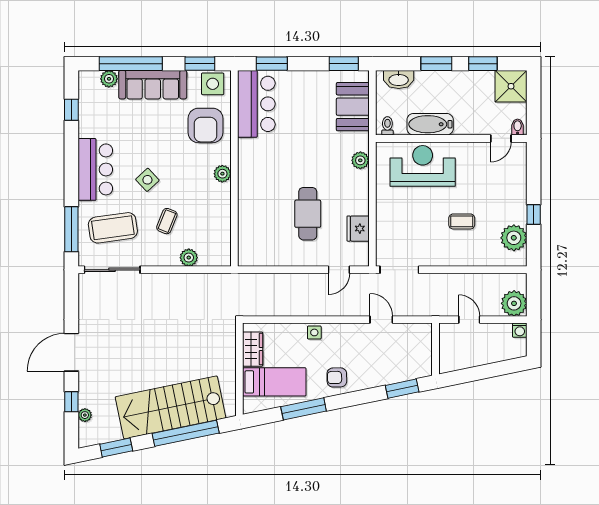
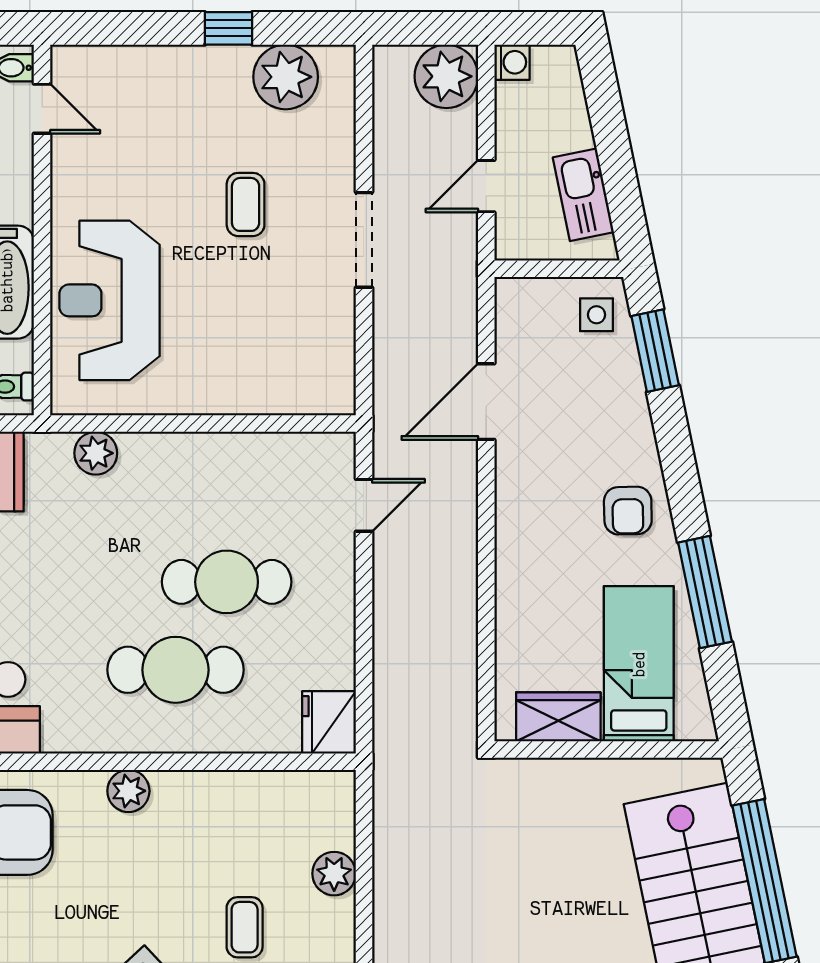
cafe table: (272, 193) -> (176, 670), added
coffee table: (167, 221) -> (245, 927), turned 68
fridge: (358, 229) -> (329, 722), moved, turned 90
door: (339, 270) -> (364, 505), hinge flipped
doorway: (399, 270) -> (364, 240), moved
door: (381, 320) -> (486, 402), width x1.38
side table: (314, 332) -> (596, 315), moved
kitchen sink: (466, 359) -> (583, 195), added

